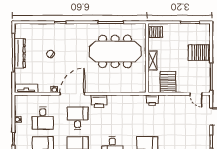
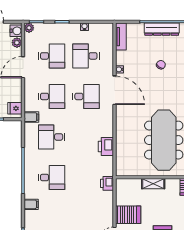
server rack: (168, 82) -> (128, 215), moved
printer: (99, 101) -> (106, 146), moved

